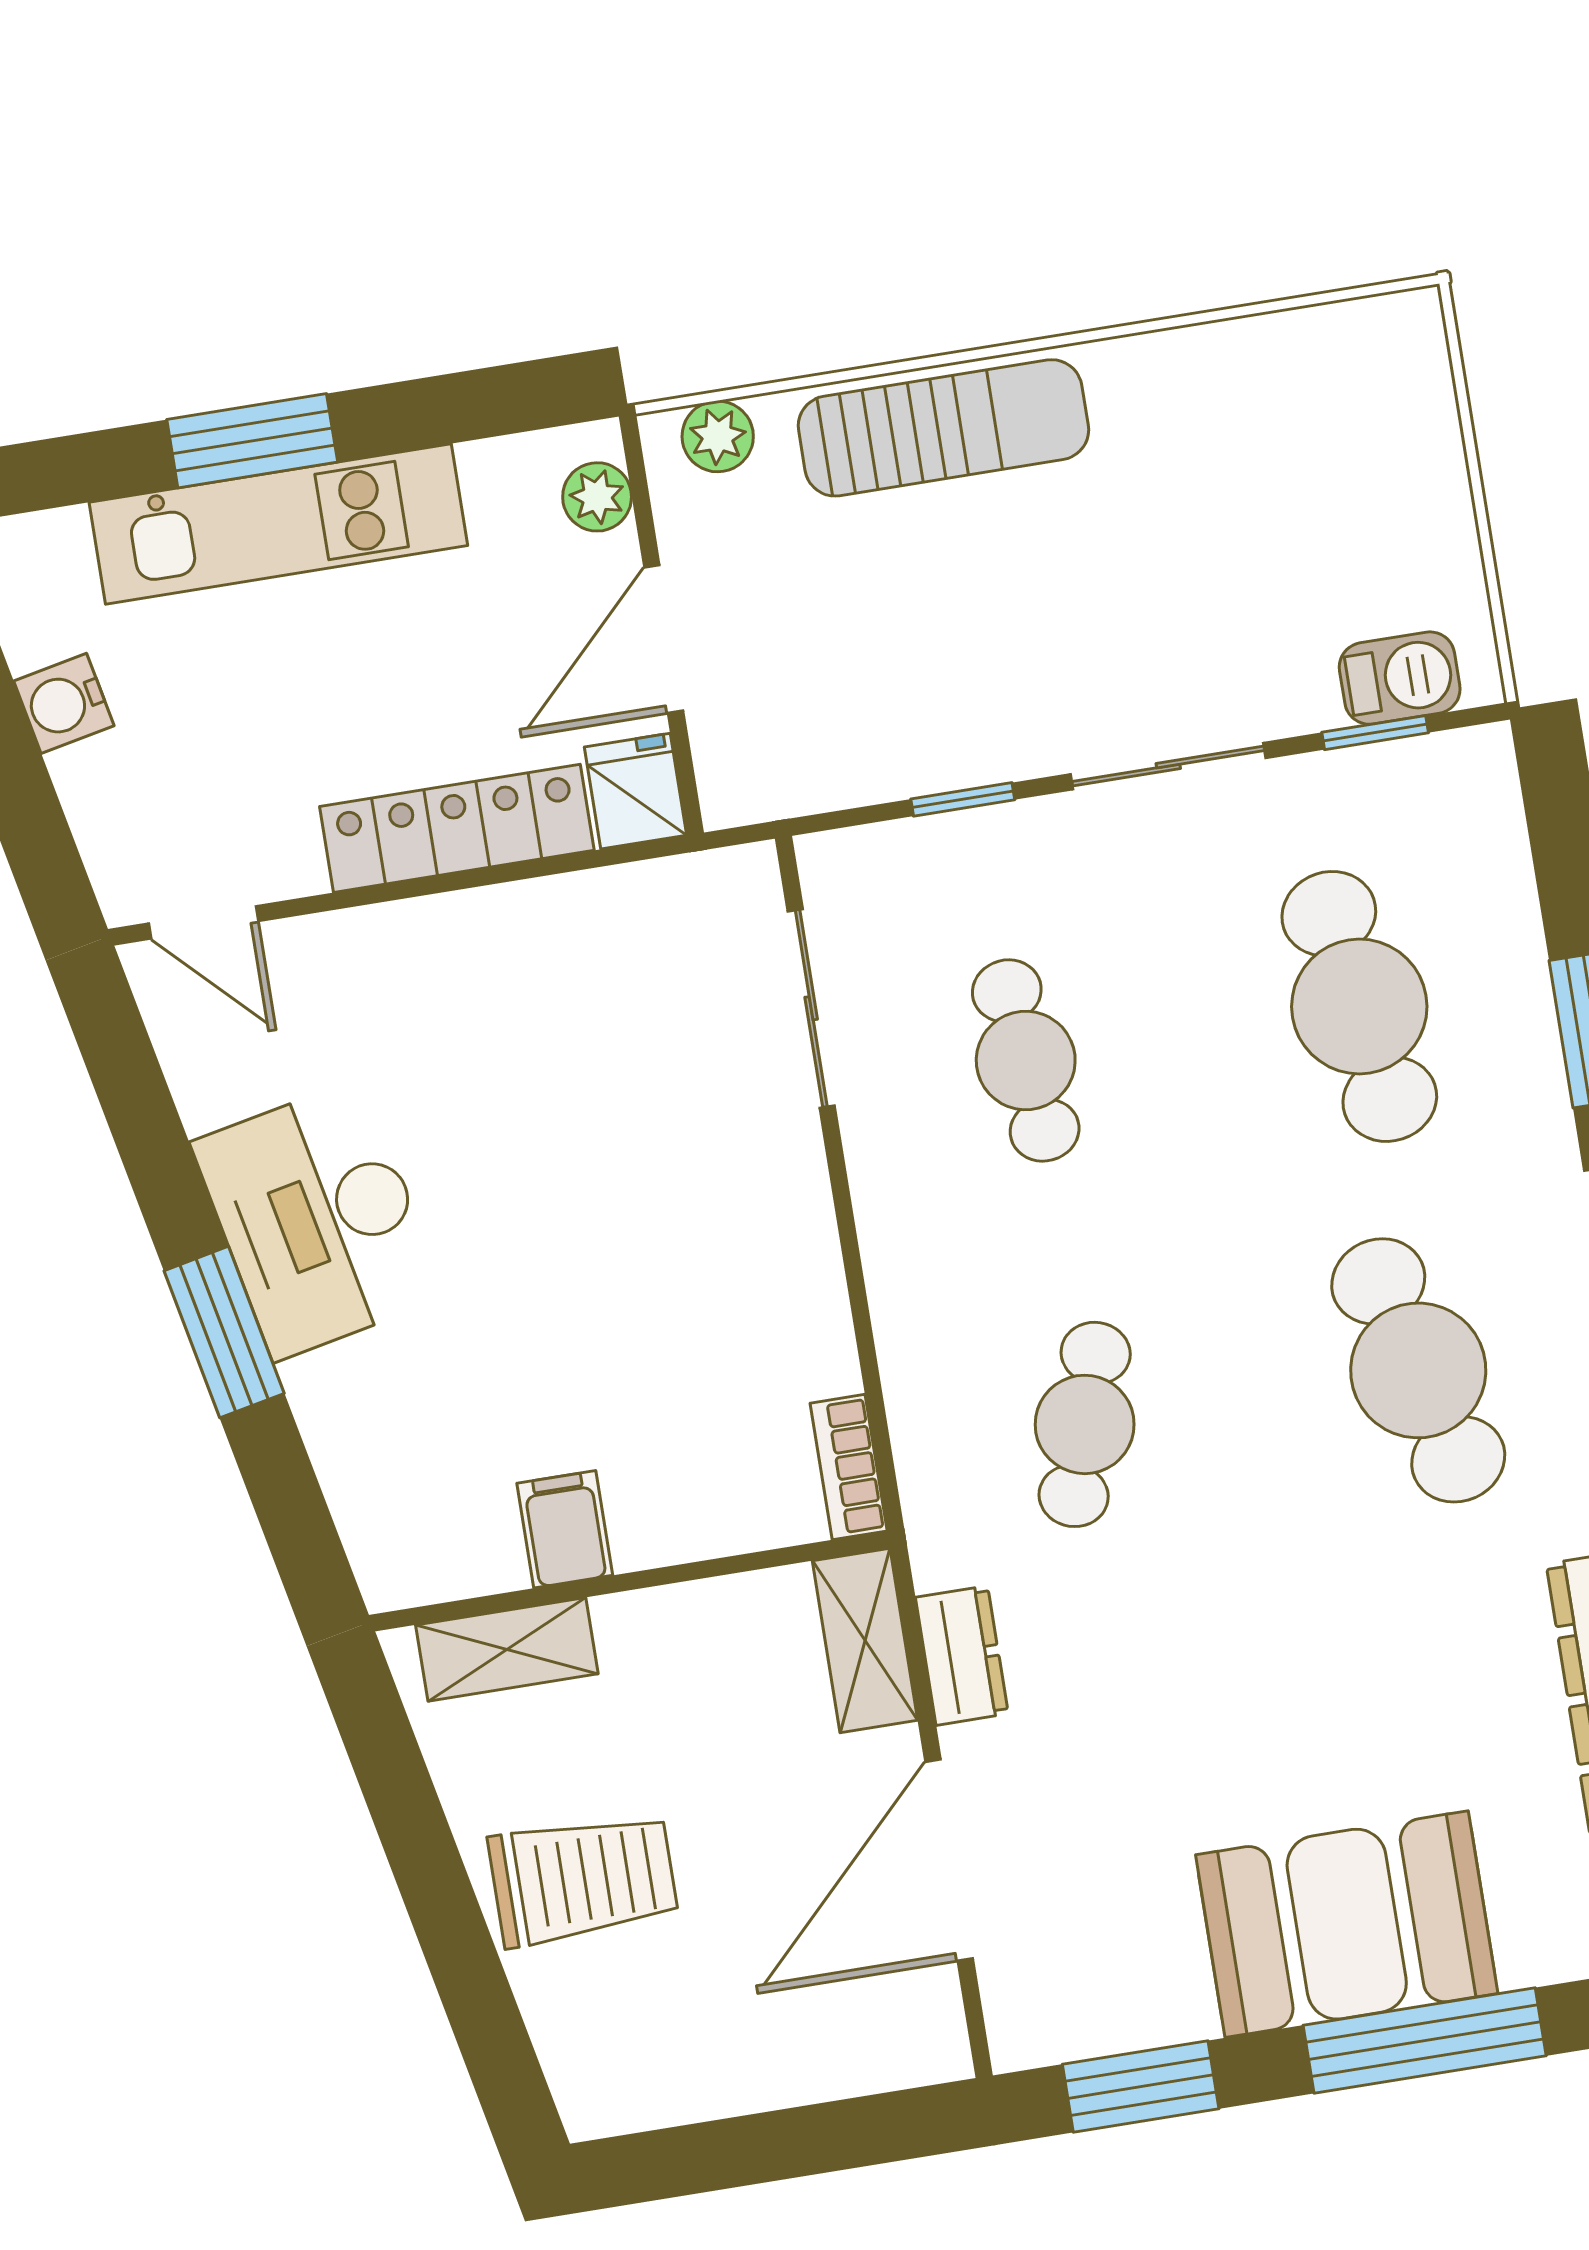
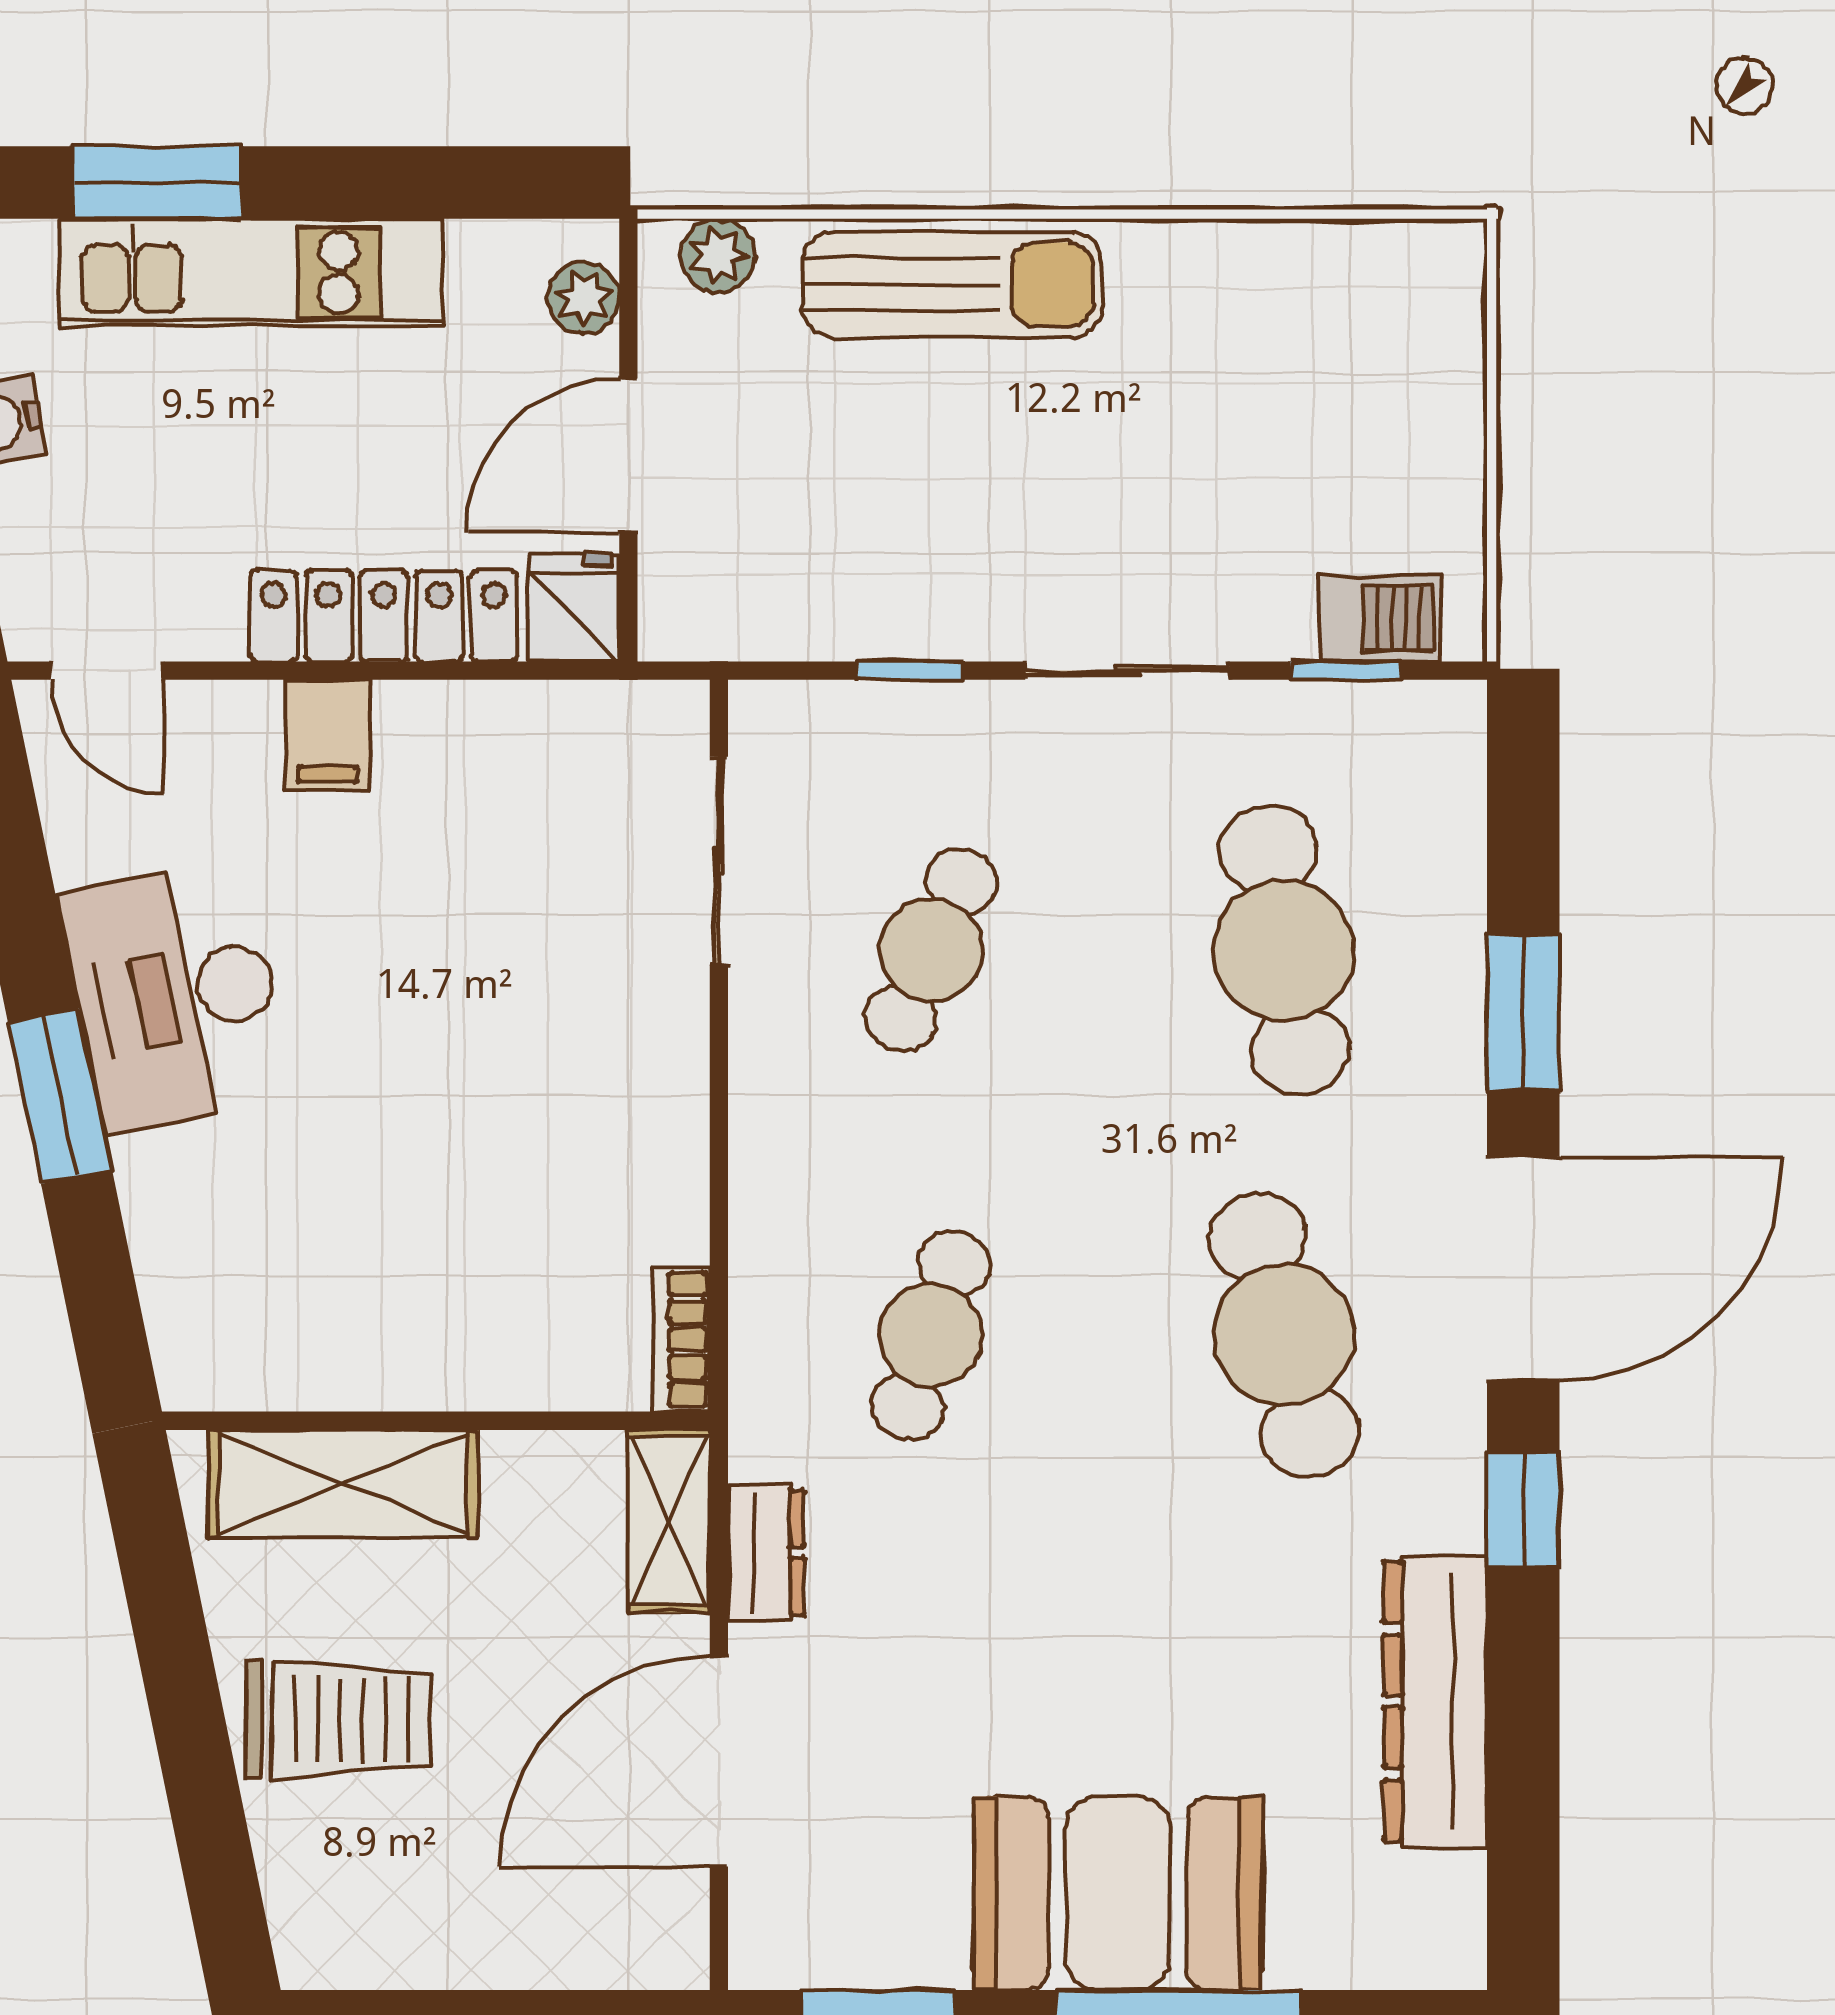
window: (252, 441) -> (157, 182), moved
cafe table: (1026, 1060) -> (931, 950), turned 30
filing cabinet: (565, 1529) -> (328, 735), moved, turned 180
shelving: (507, 1649) -> (343, 1484), width x1.50, depth x1.33

